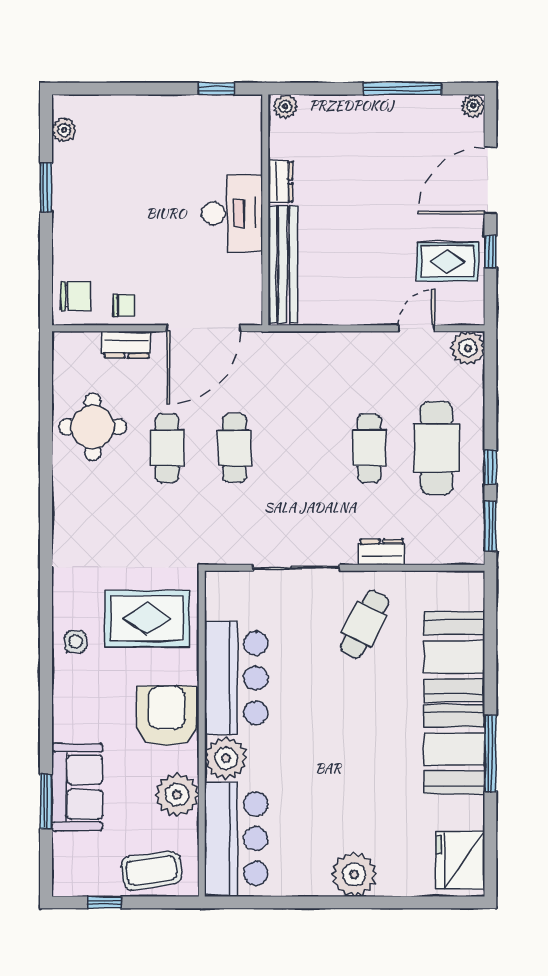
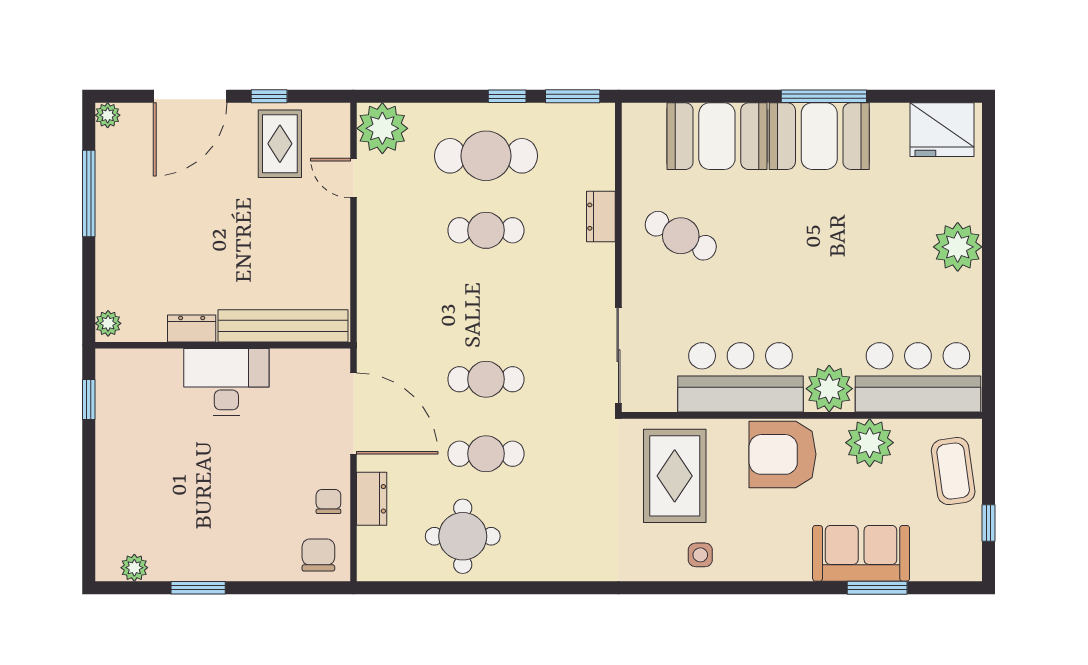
door: (490, 180) -> (190, 96), hinge flipped
plant: (468, 348) -> (382, 128), width x1.36, depth x1.36
sliding door: (296, 568) -> (618, 356), moved

